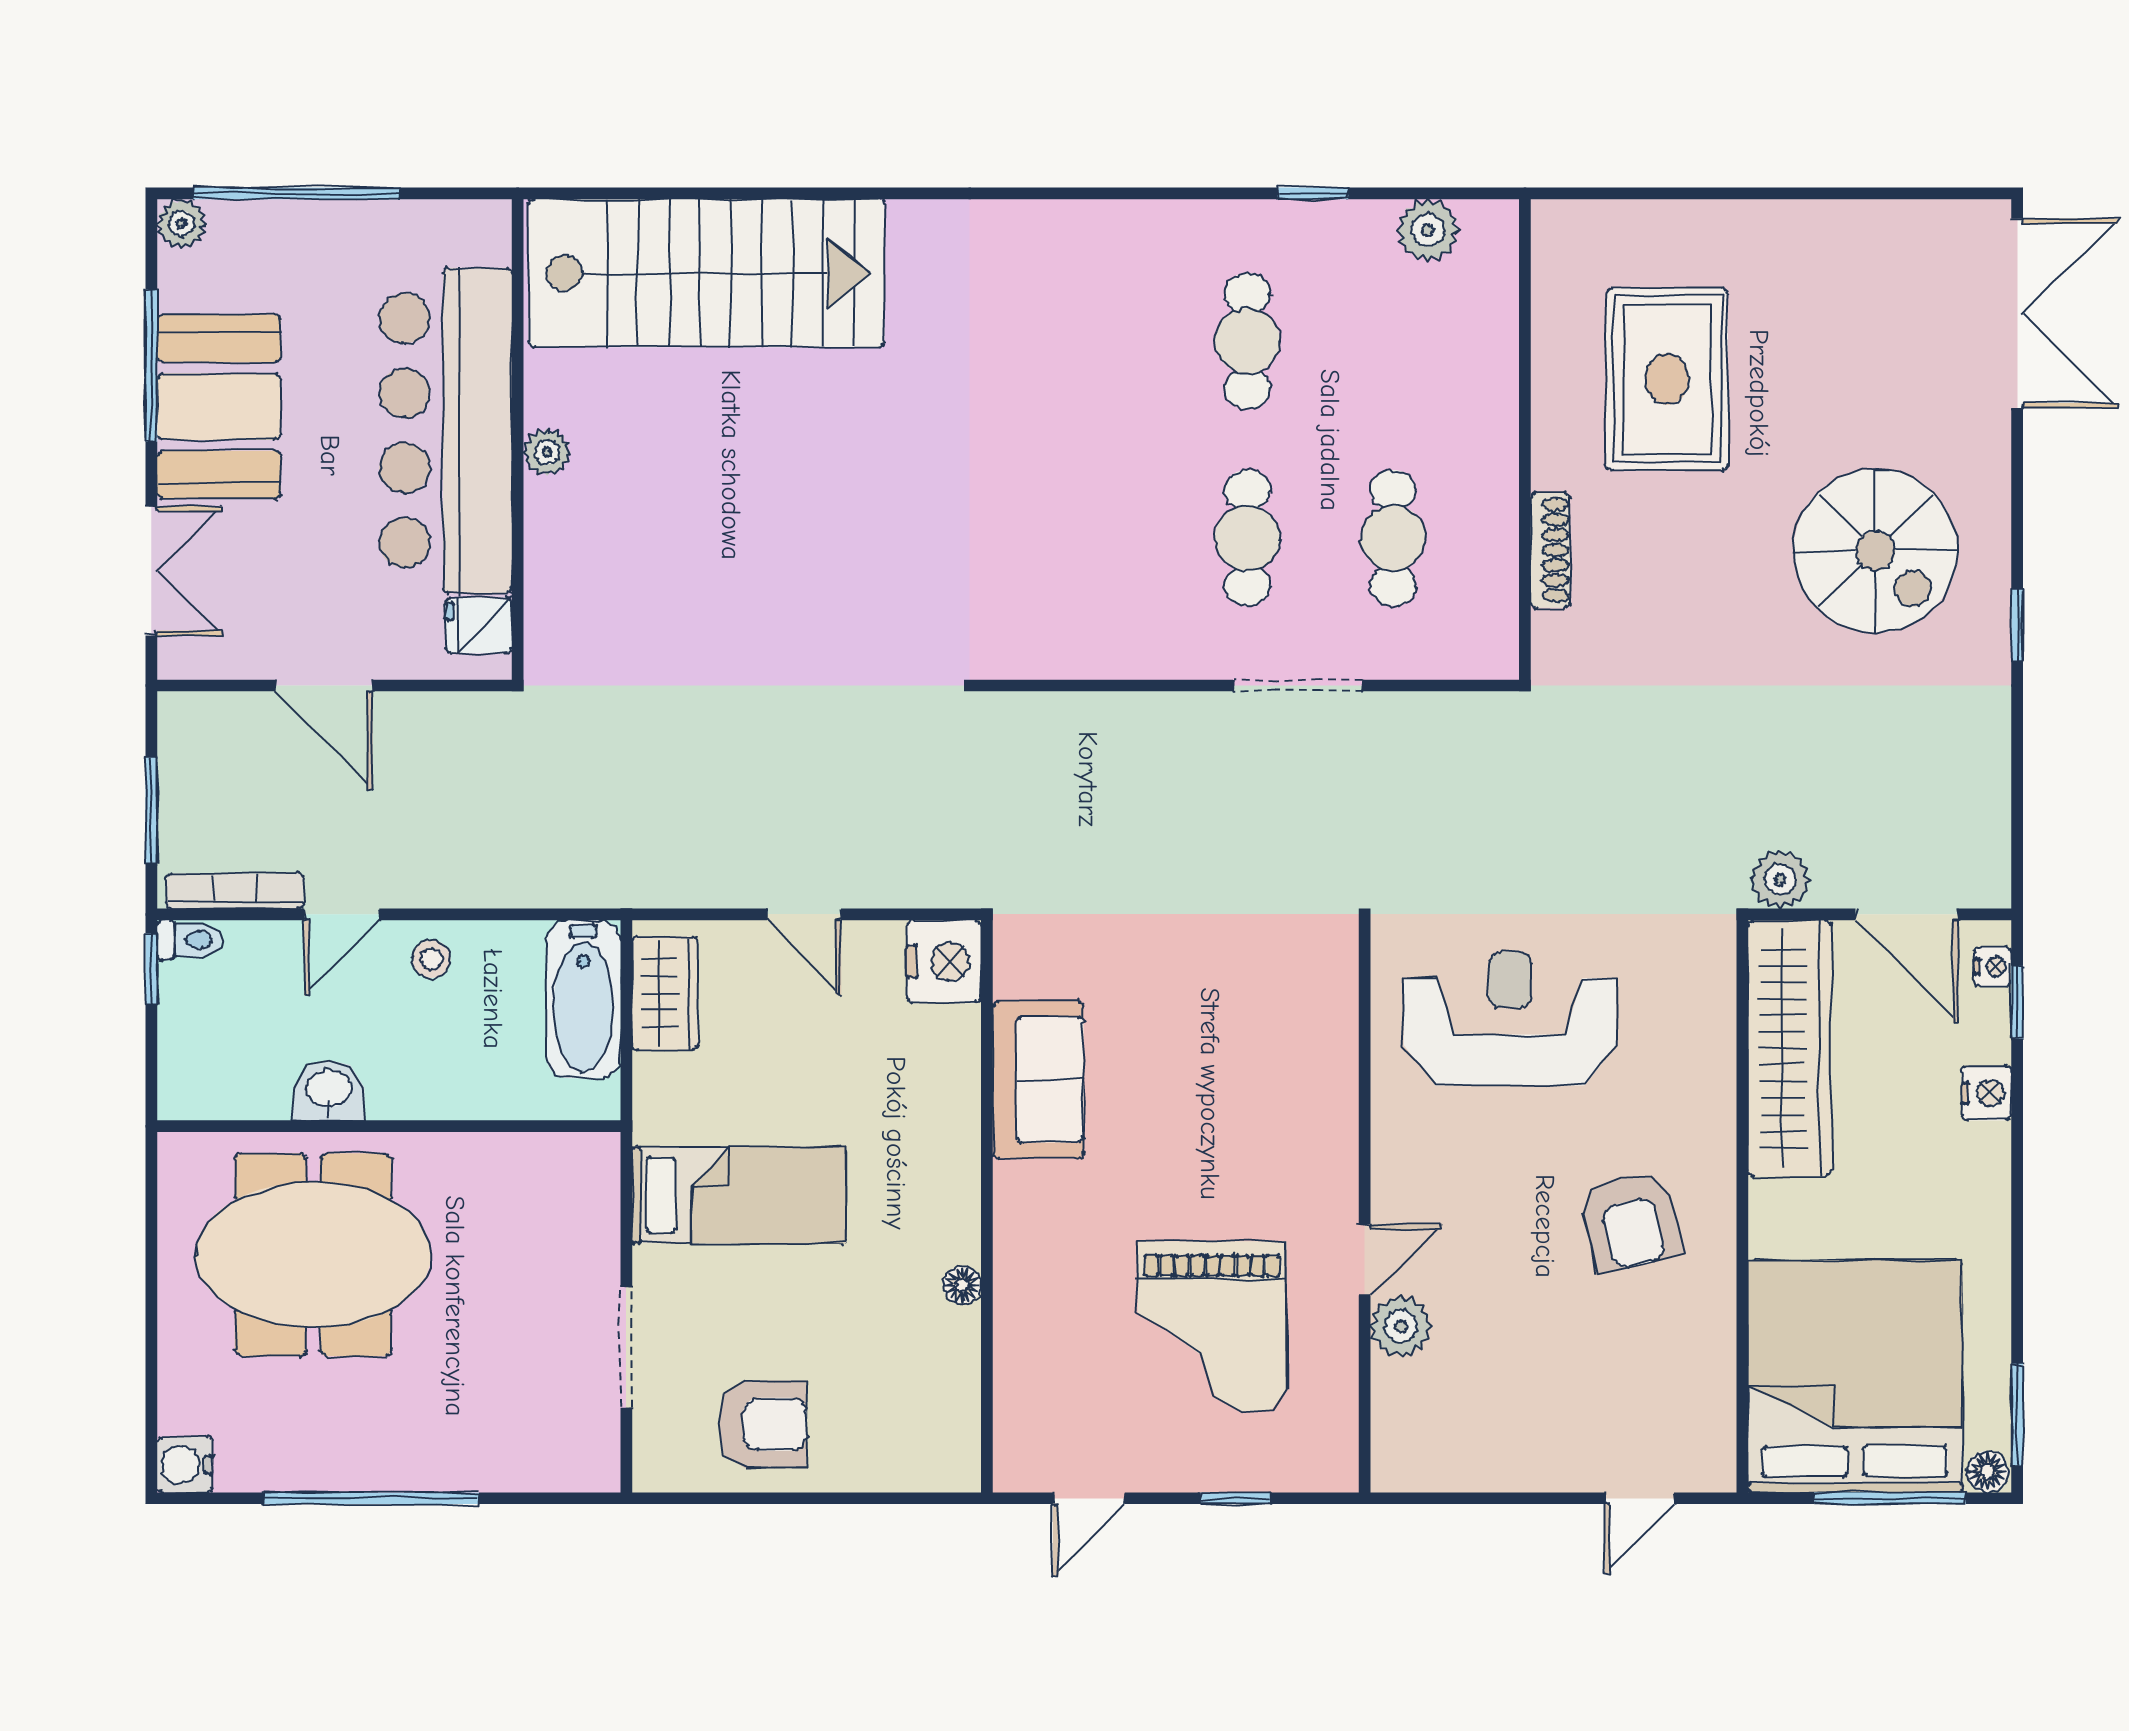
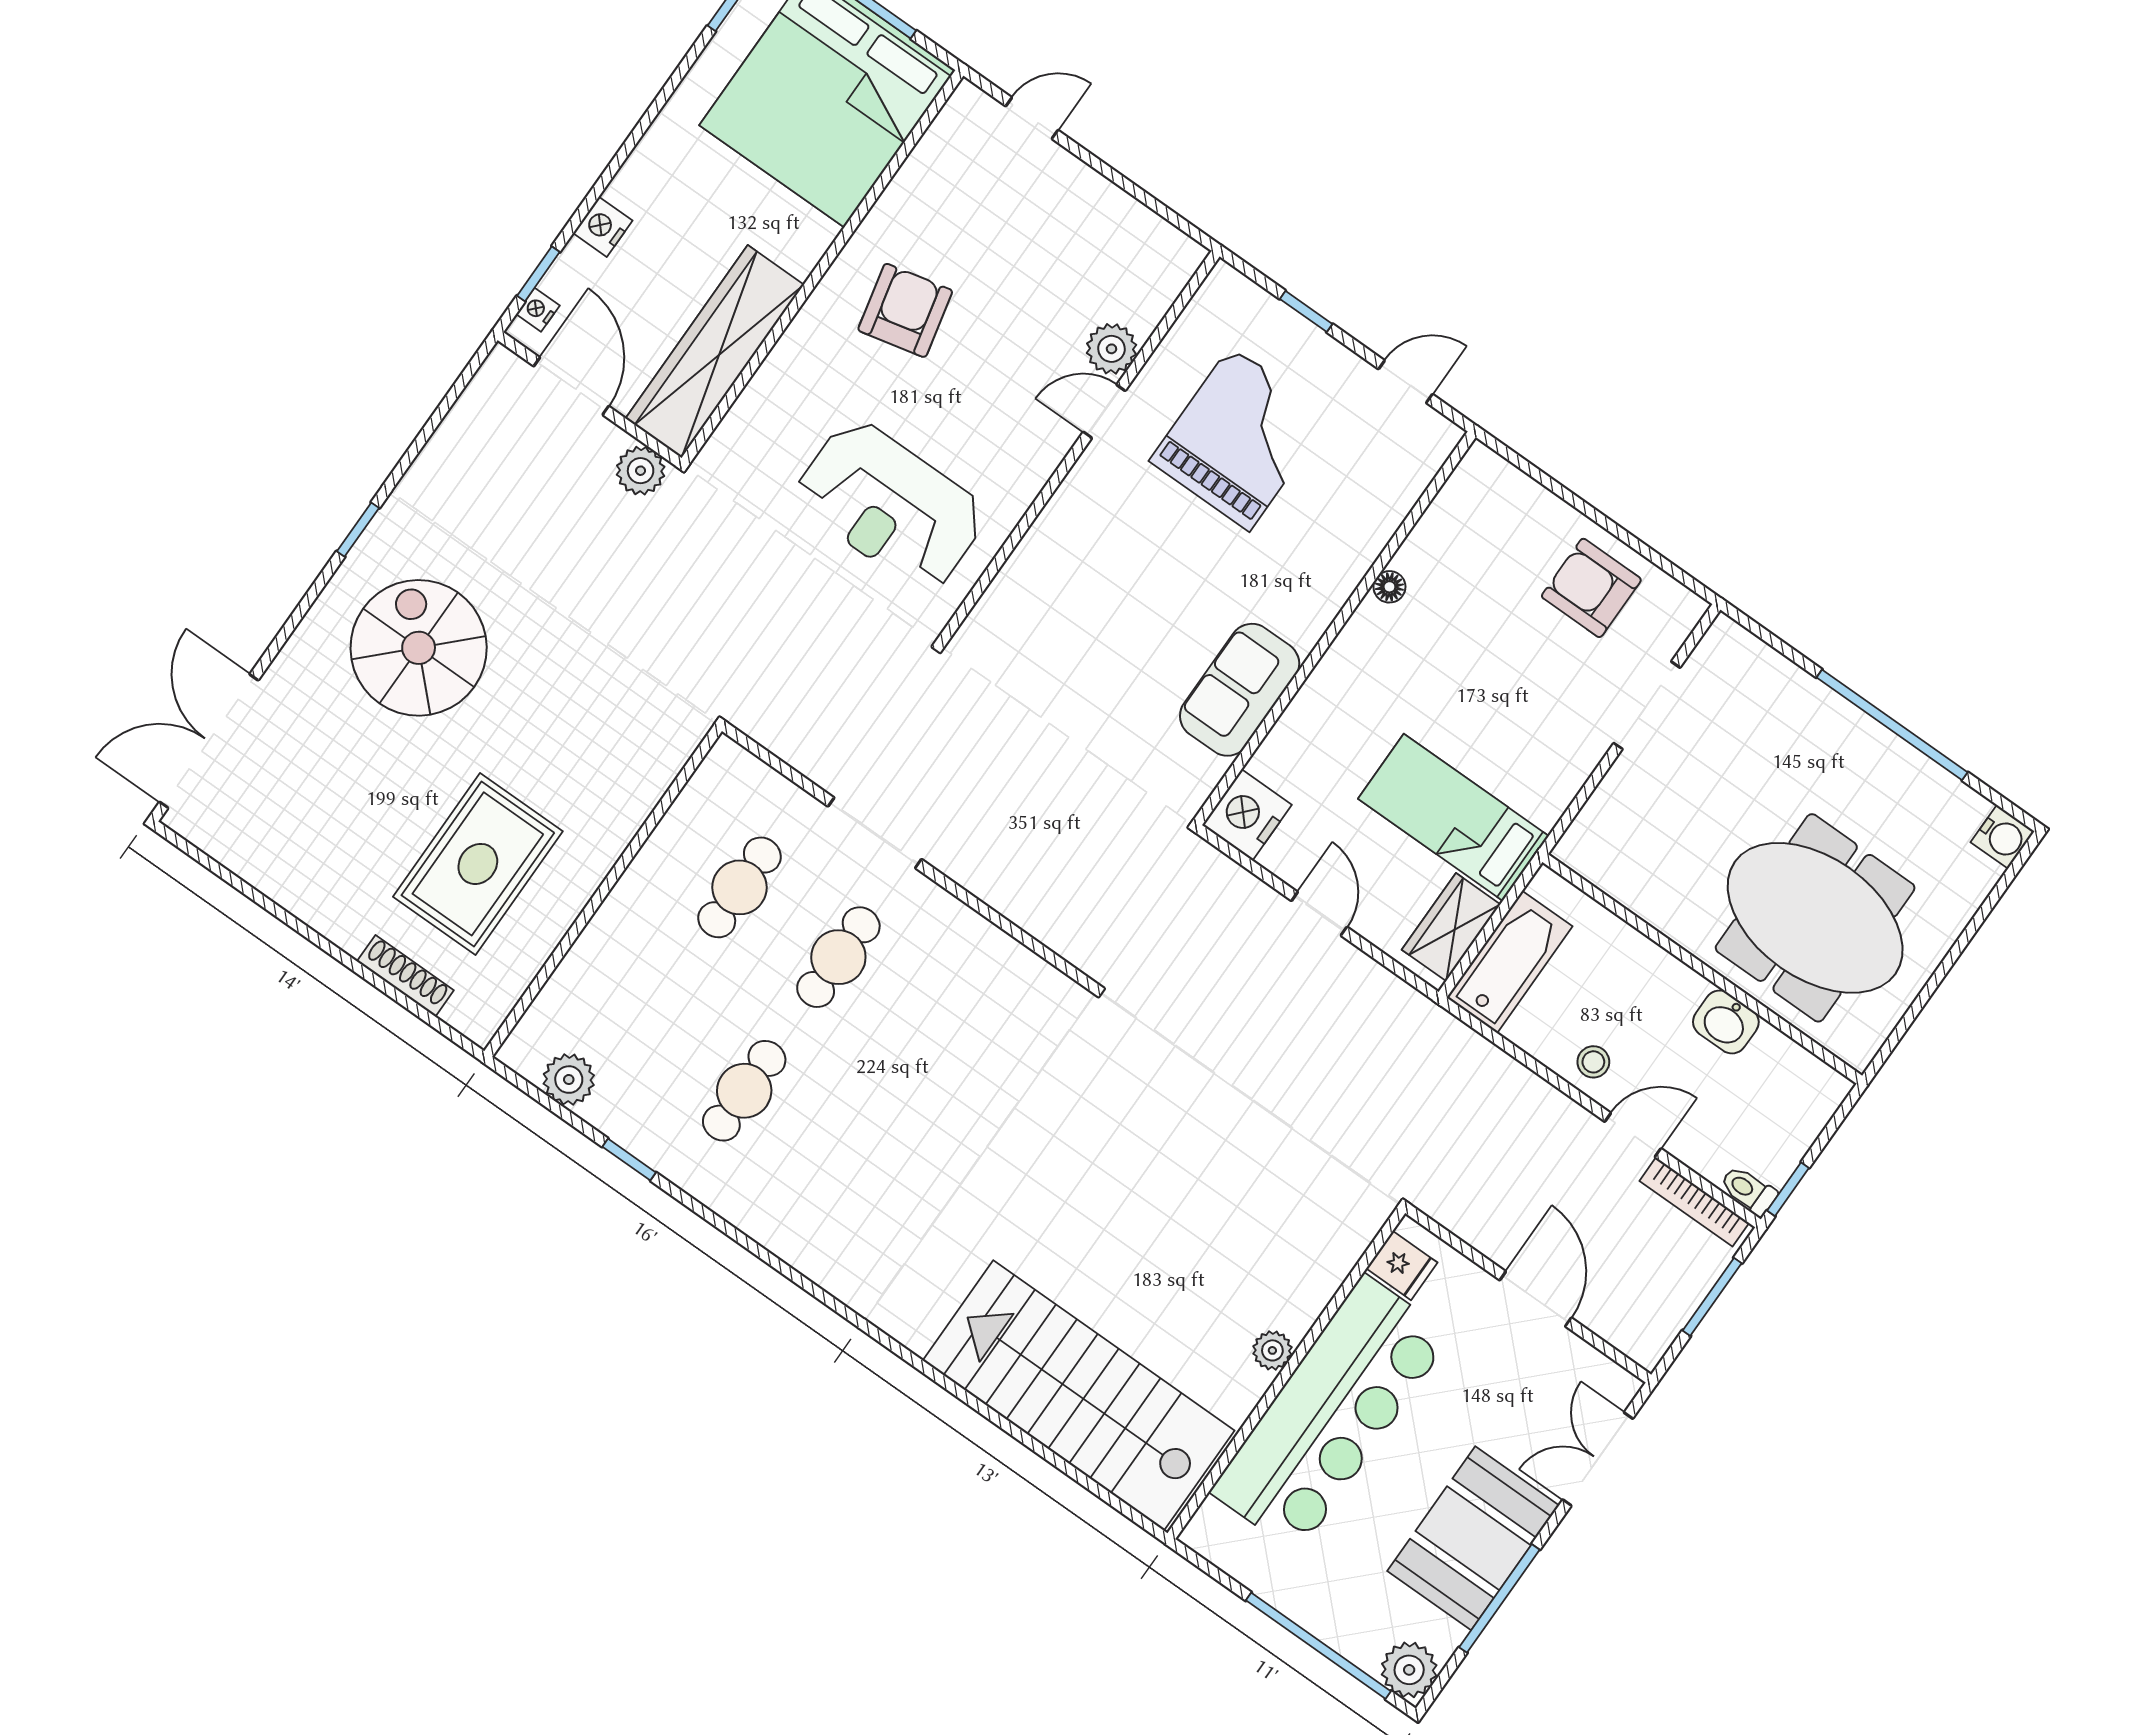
plant: (181, 223) -> (1409, 1670), width x1.38, depth x1.38
shoe rack: (1550, 550) -> (405, 976), moved, turned 90
bed: (739, 1195) -> (1453, 817), moved

